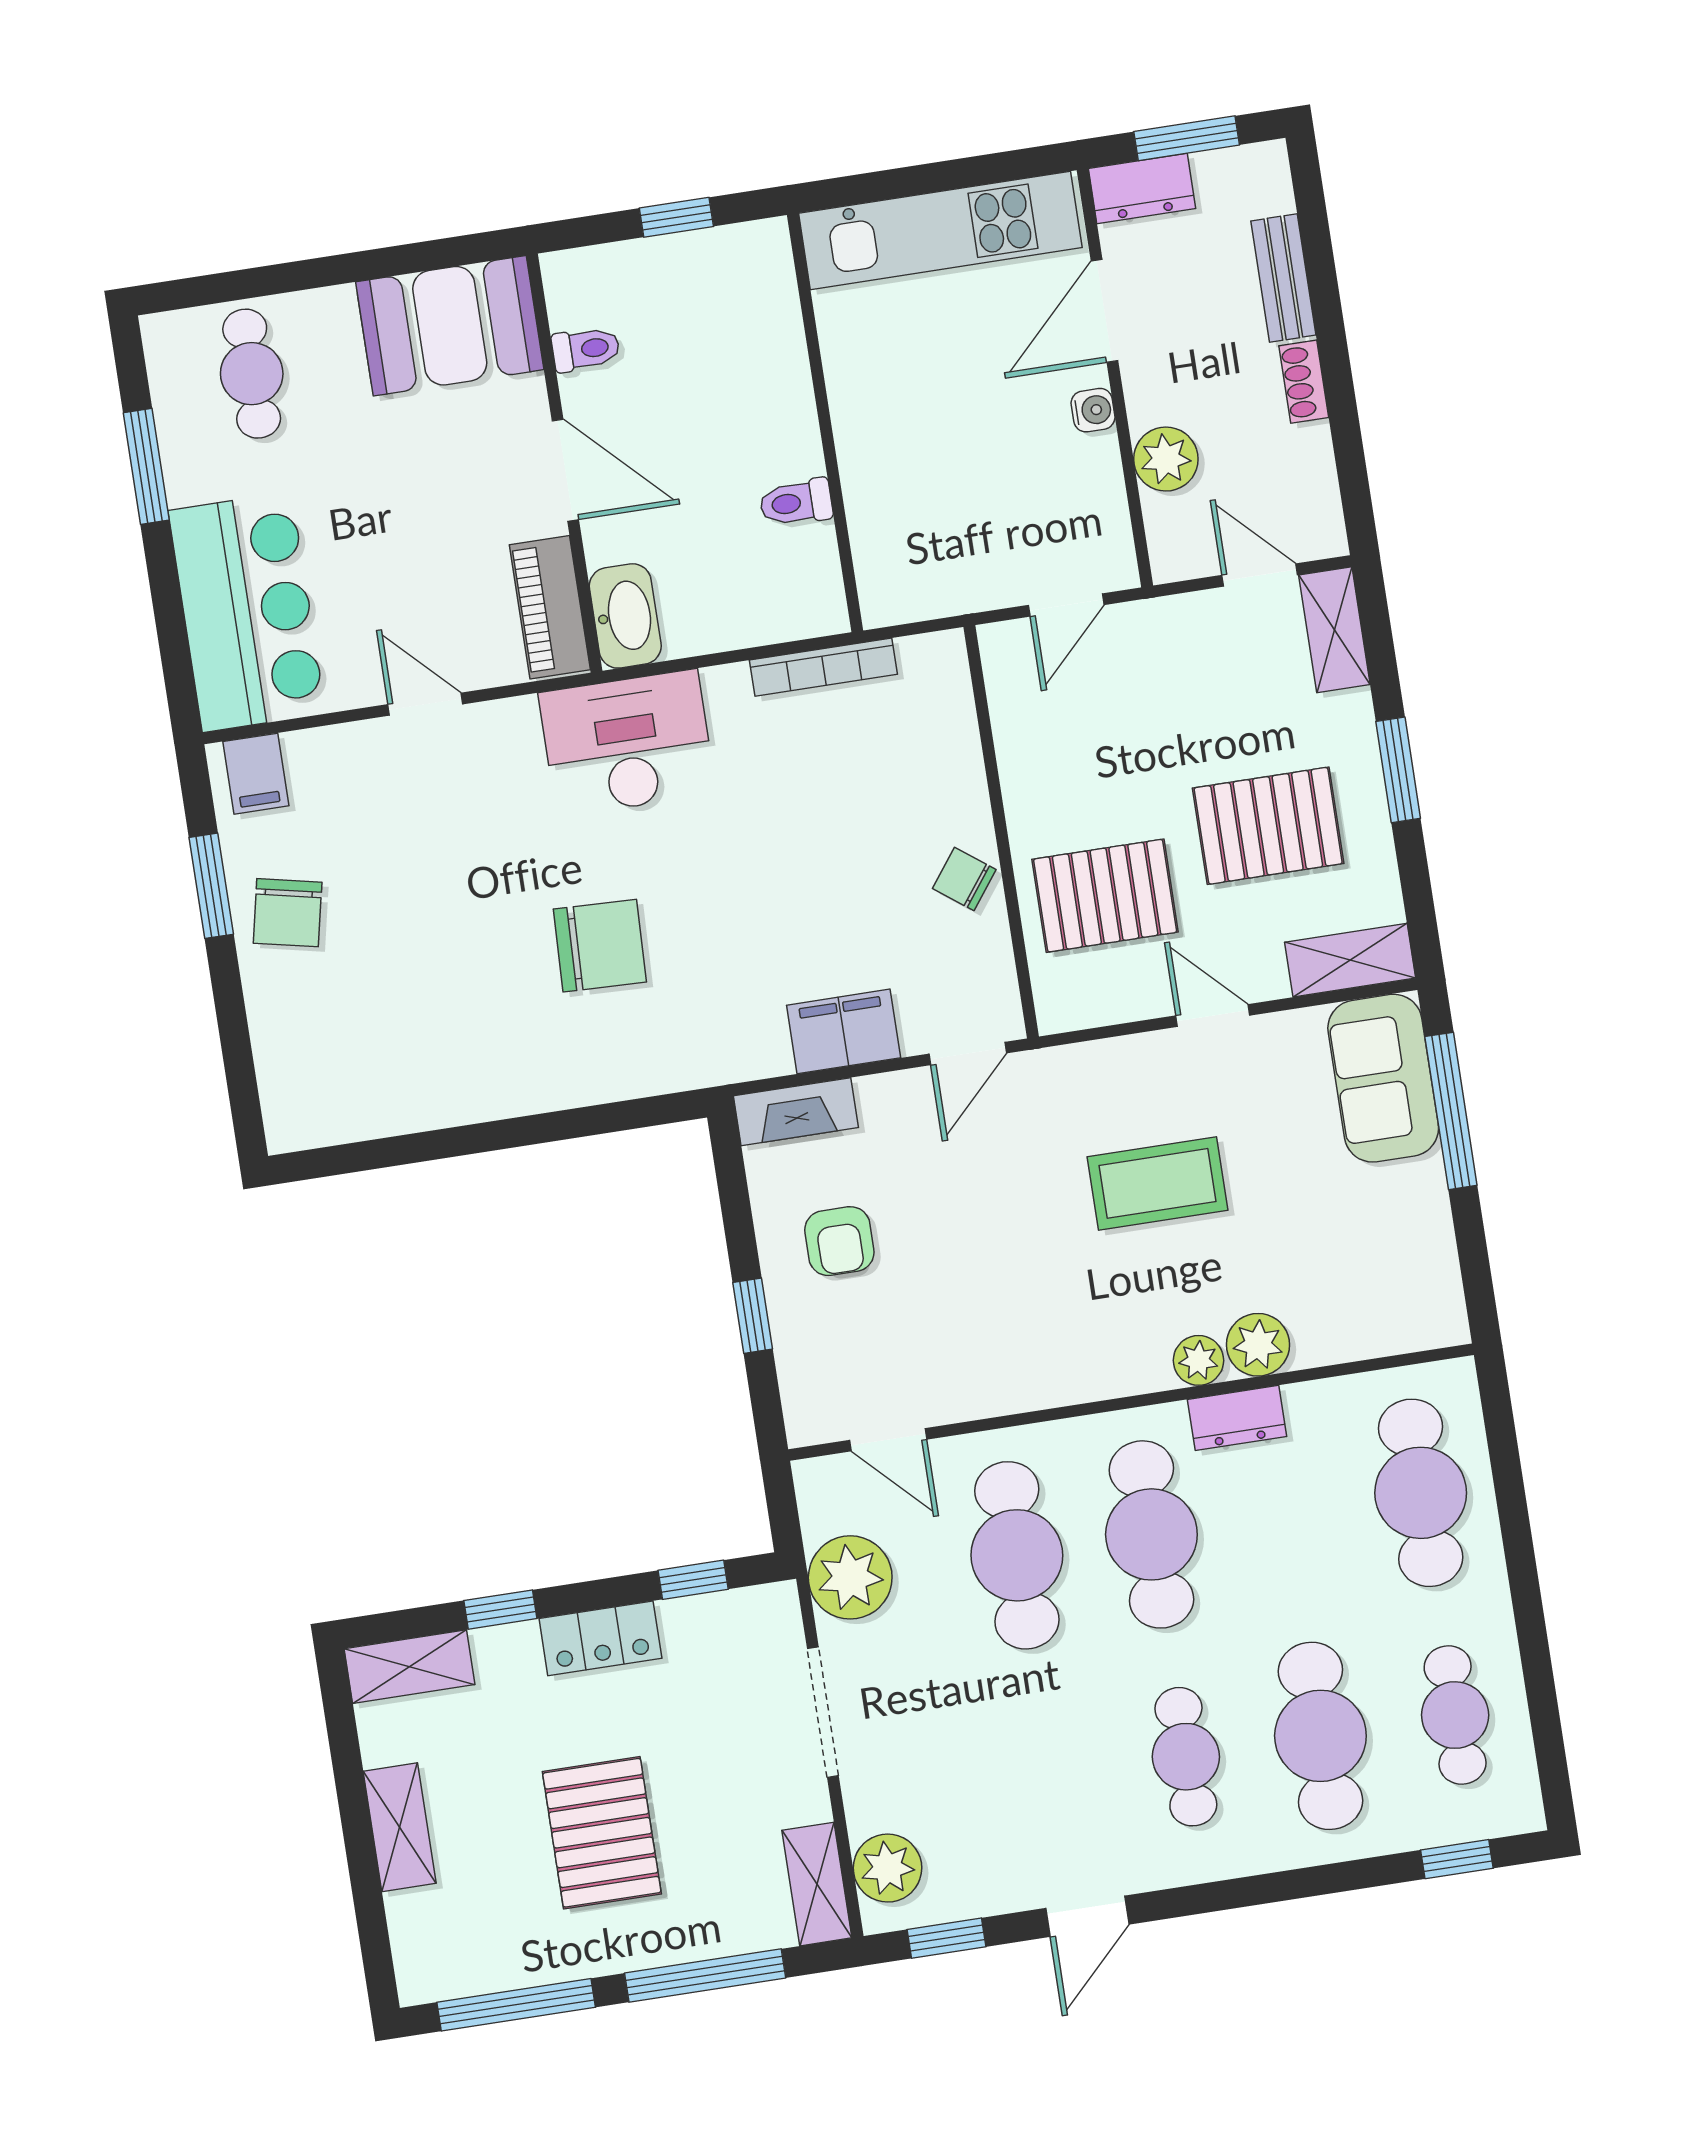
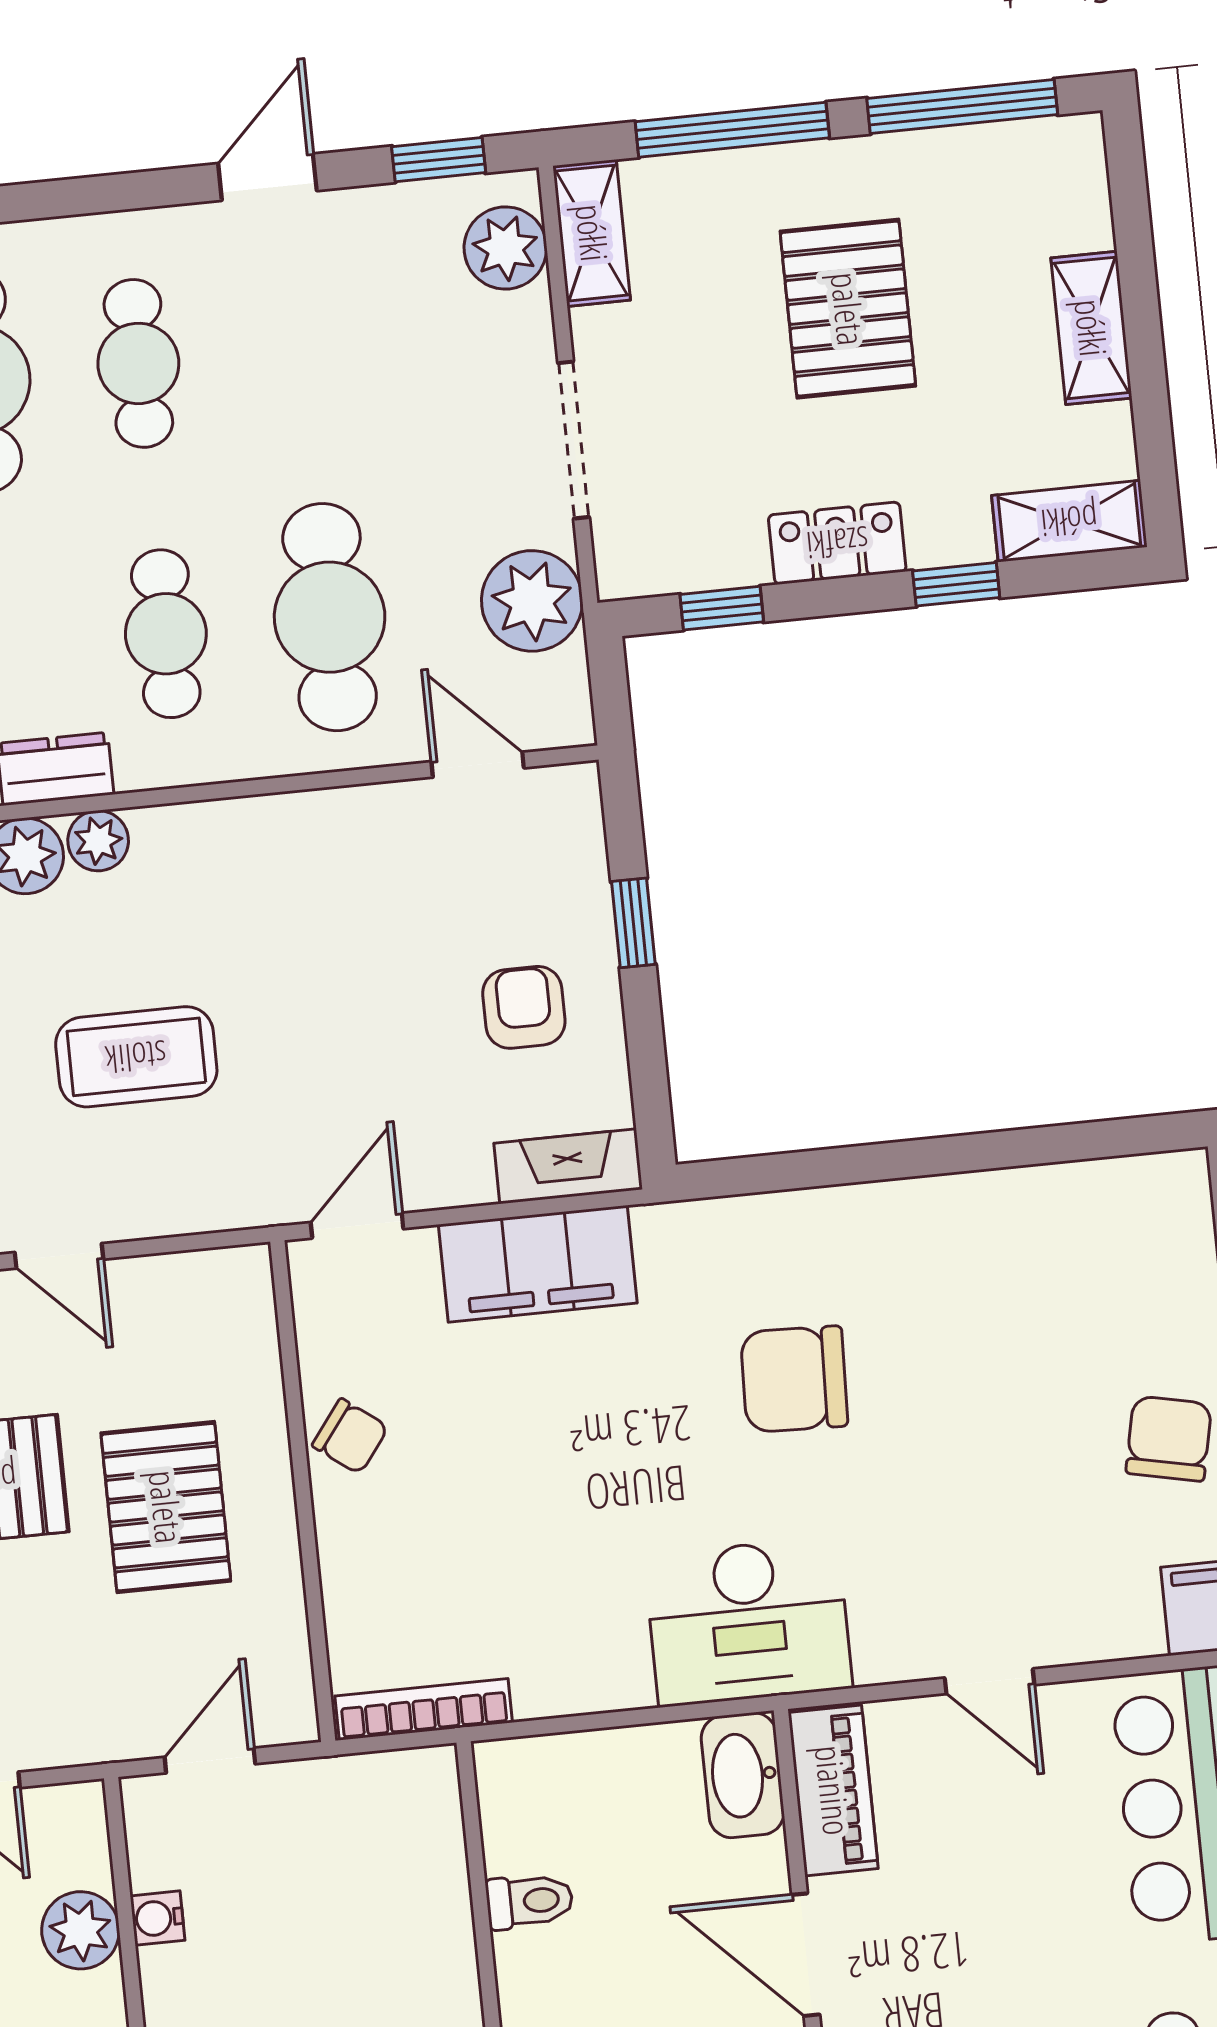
water cooler: (1093, 410) -> (158, 1918), moved
bookcase: (823, 667) -> (424, 1709), moved
pallet: (1105, 896) -> (166, 1507), moved, turned 90
filing cabinet: (844, 1031) -> (538, 1264), width x1.50, depth x1.17
cafe table: (1151, 1534) -> (166, 634), width x0.73, depth x0.74

